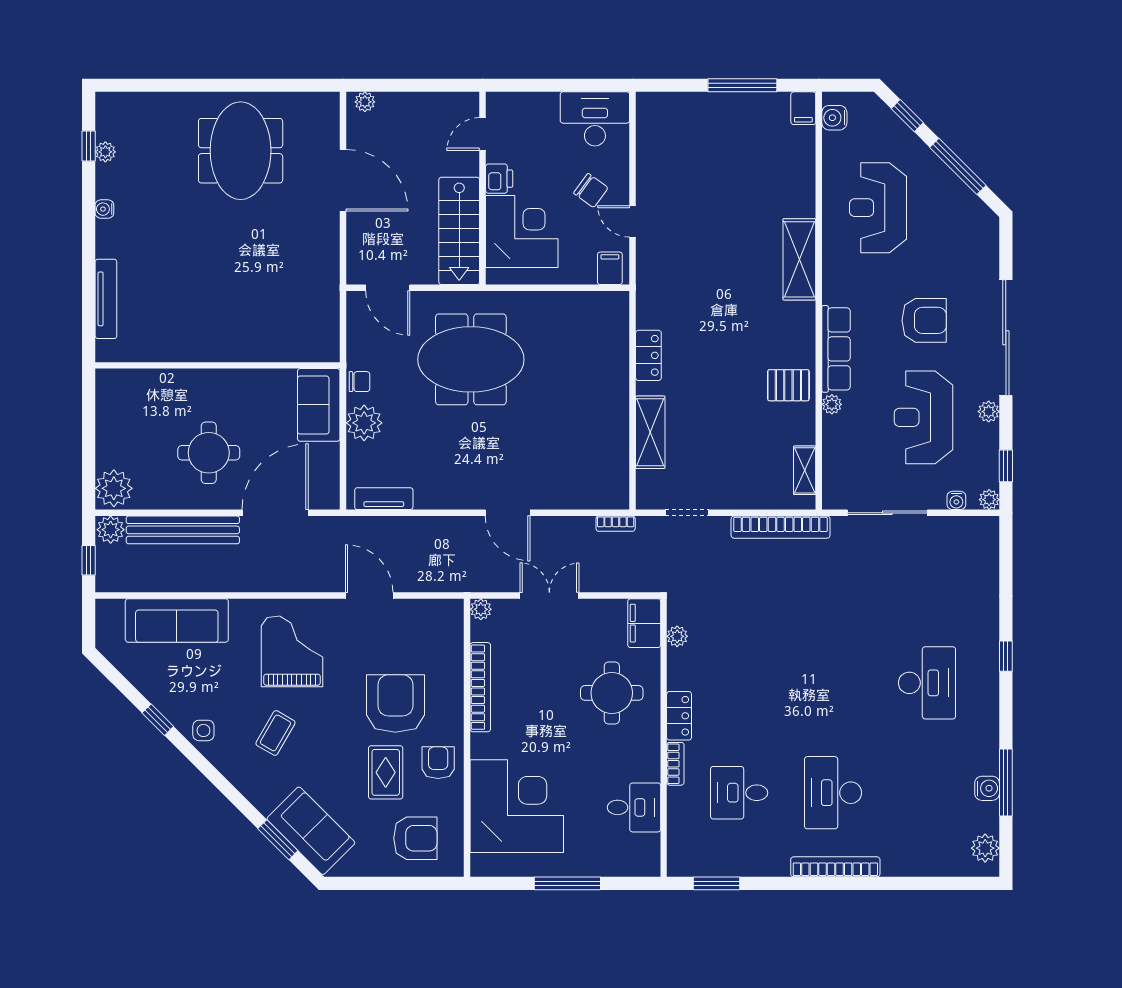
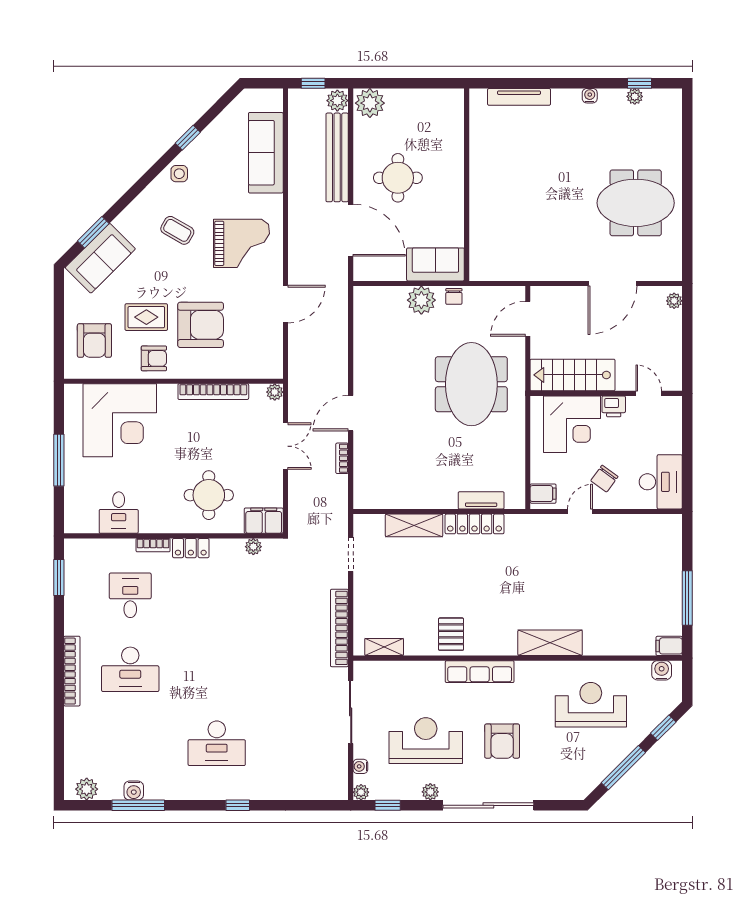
locker: (648, 355) -> (475, 524), width x1.53
plant: (832, 404) -> (436, 668), removed
tv unit: (384, 499) -> (481, 500), moved, turned -90
bookcase: (616, 524) -> (342, 458), moved
desk: (833, 793) -> (130, 669), turned 180

